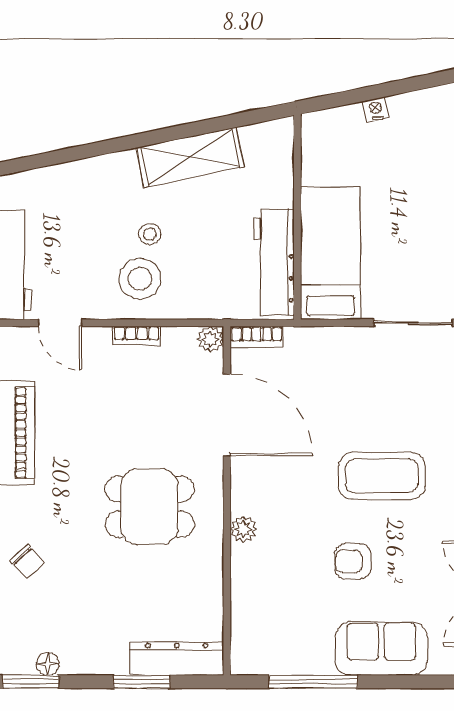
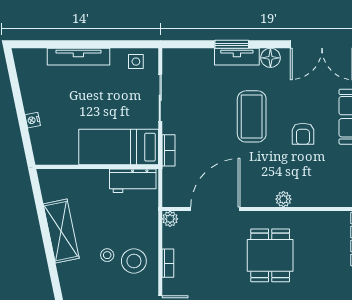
workbench: (274, 262) -> (133, 181), width x0.73
bookcase: (257, 337) -> (169, 150), moved

